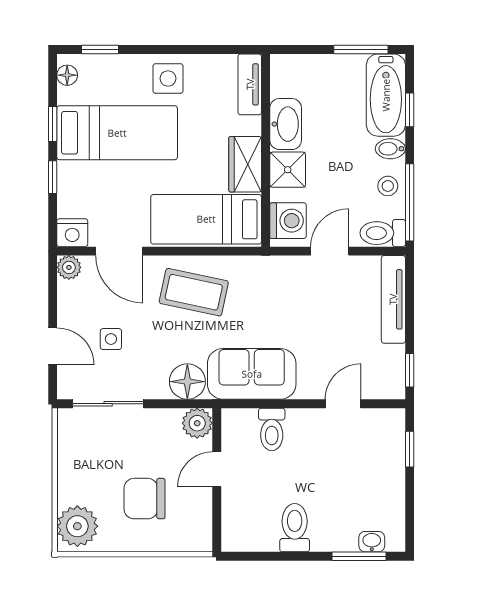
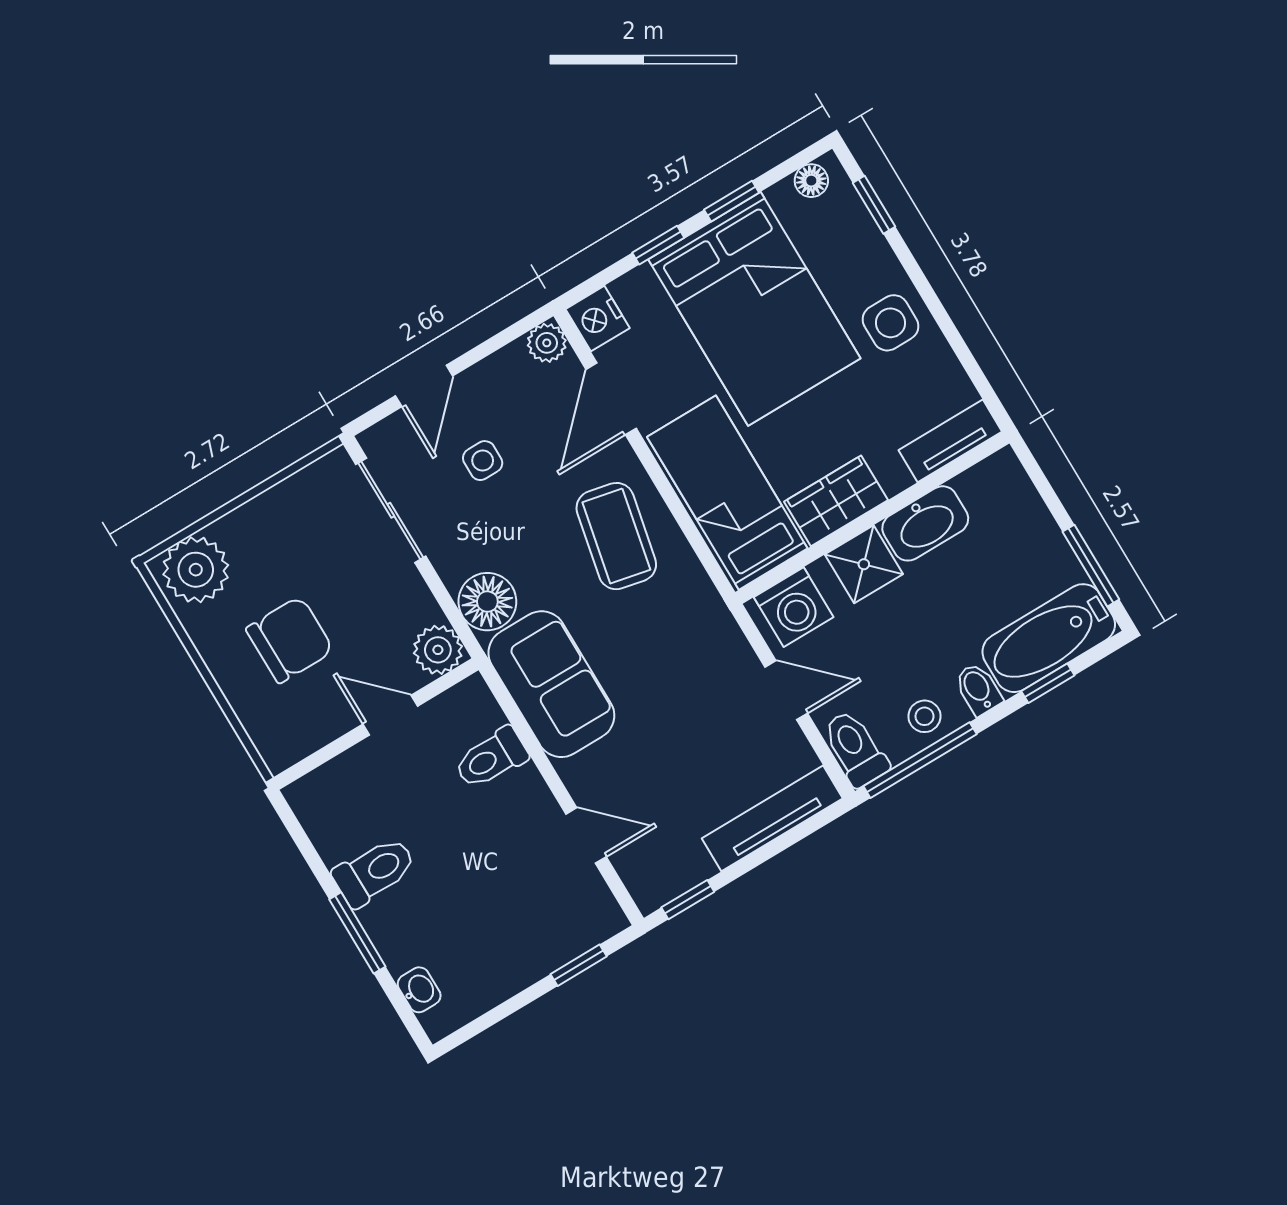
bed: (117, 133) -> (754, 309), width x1.50
chair: (145, 499) -> (290, 640), turned 90
window: (359, 556) -> (357, 933), moved

